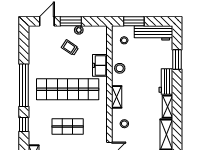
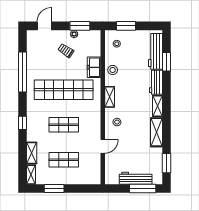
window: (71, 21) -> (80, 26), moved
workbench: (153, 33) -> (155, 51), moved, turned 90
window: (24, 85) -> (22, 72), moved

